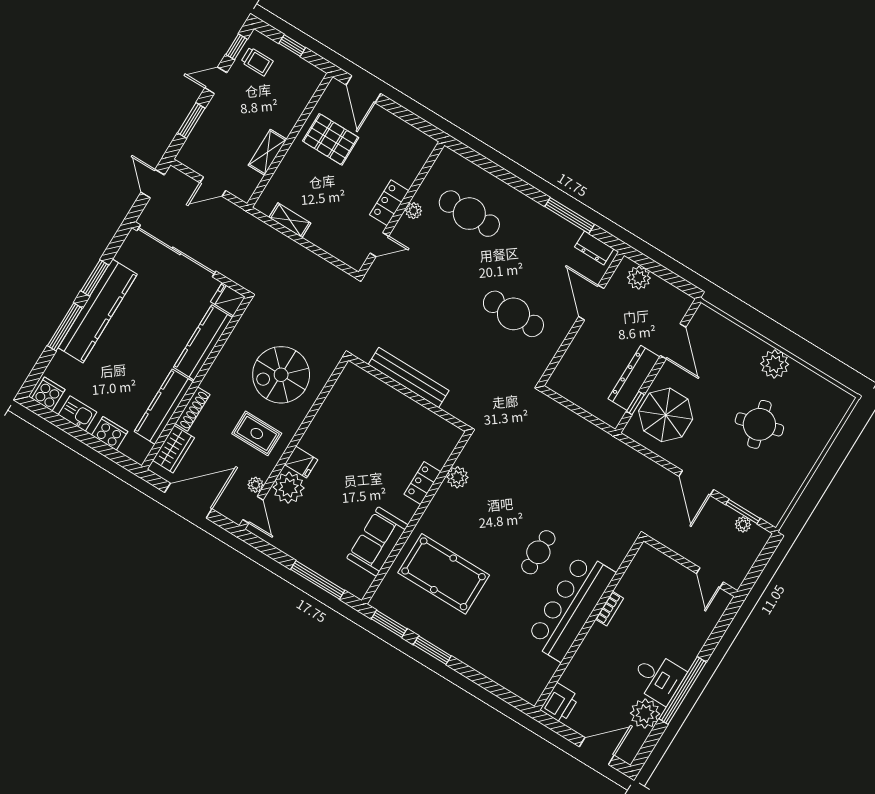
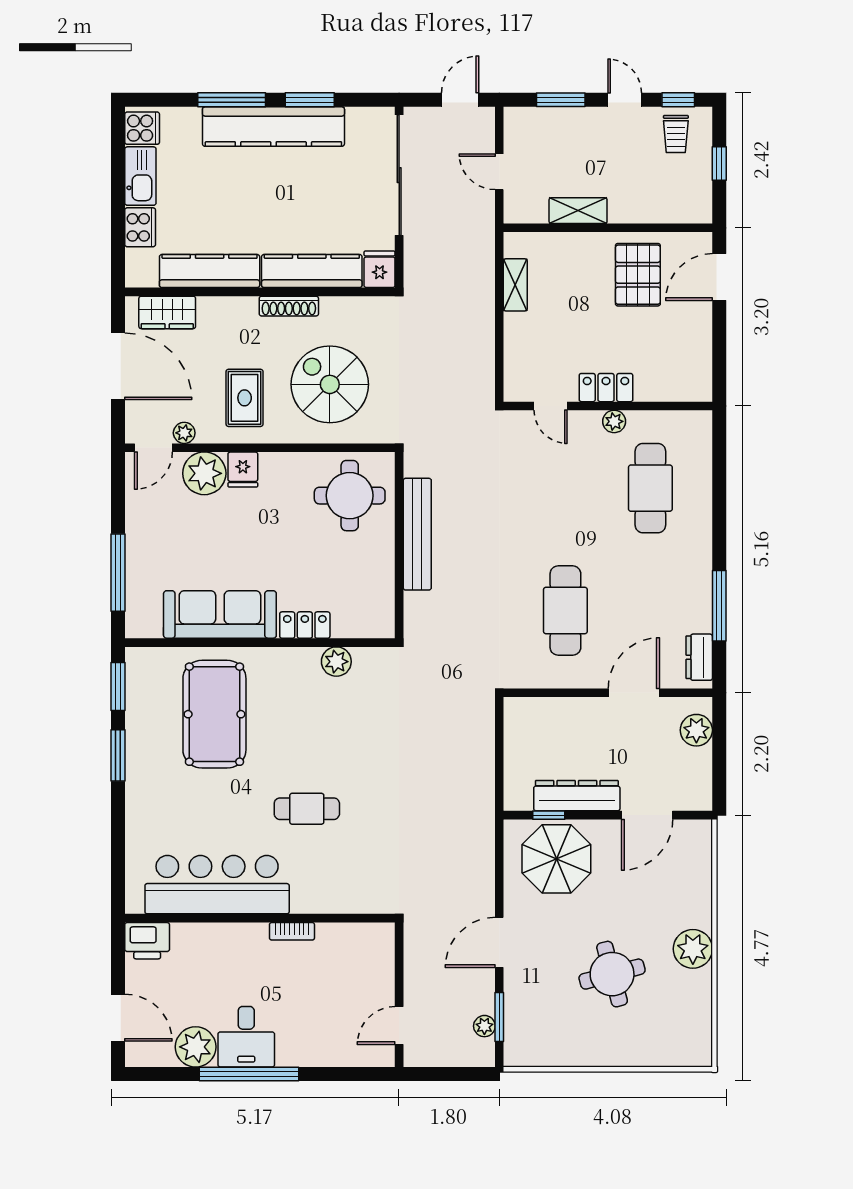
round table: (358, 405) -> (350, 496), added
shoe rack: (192, 409) -> (289, 306), moved
kitchen sink: (78, 413) -> (140, 176), width x1.38
sofa: (377, 541) -> (220, 614), width x1.36
bar counter: (571, 607) -> (217, 885), moved

